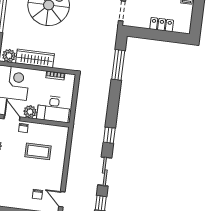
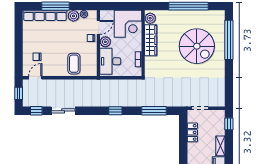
locker: (162, 25) -> (192, 132), moved
window: (109, 135) -> (115, 111), moved
coffee table: (38, 151) -> (74, 64), moved

